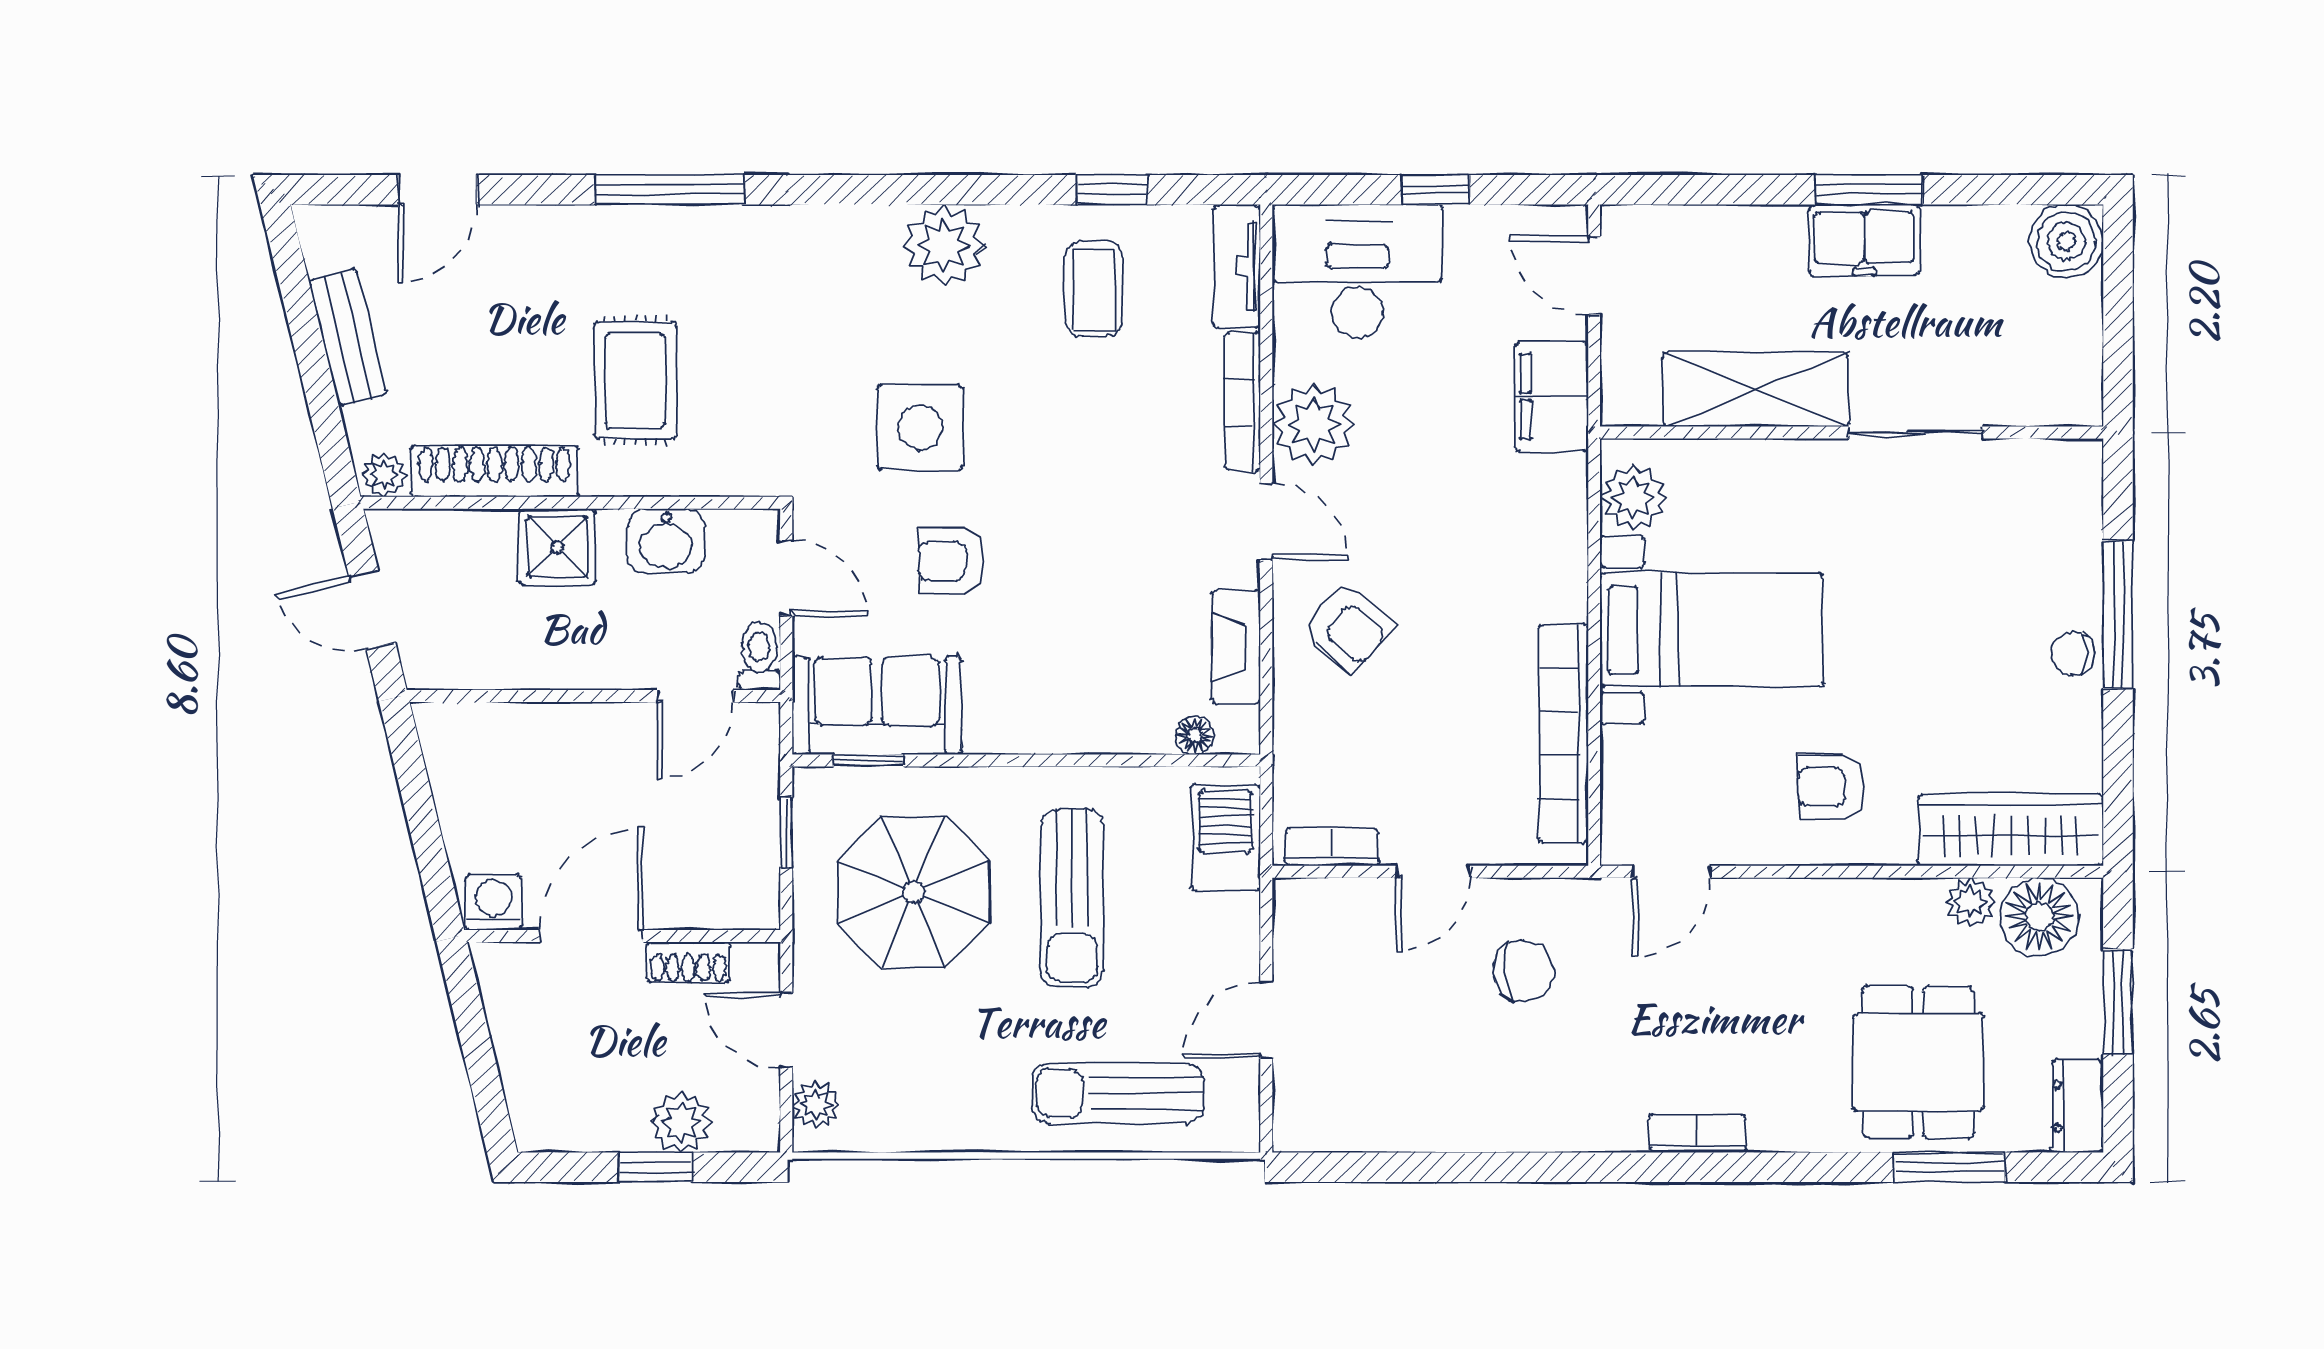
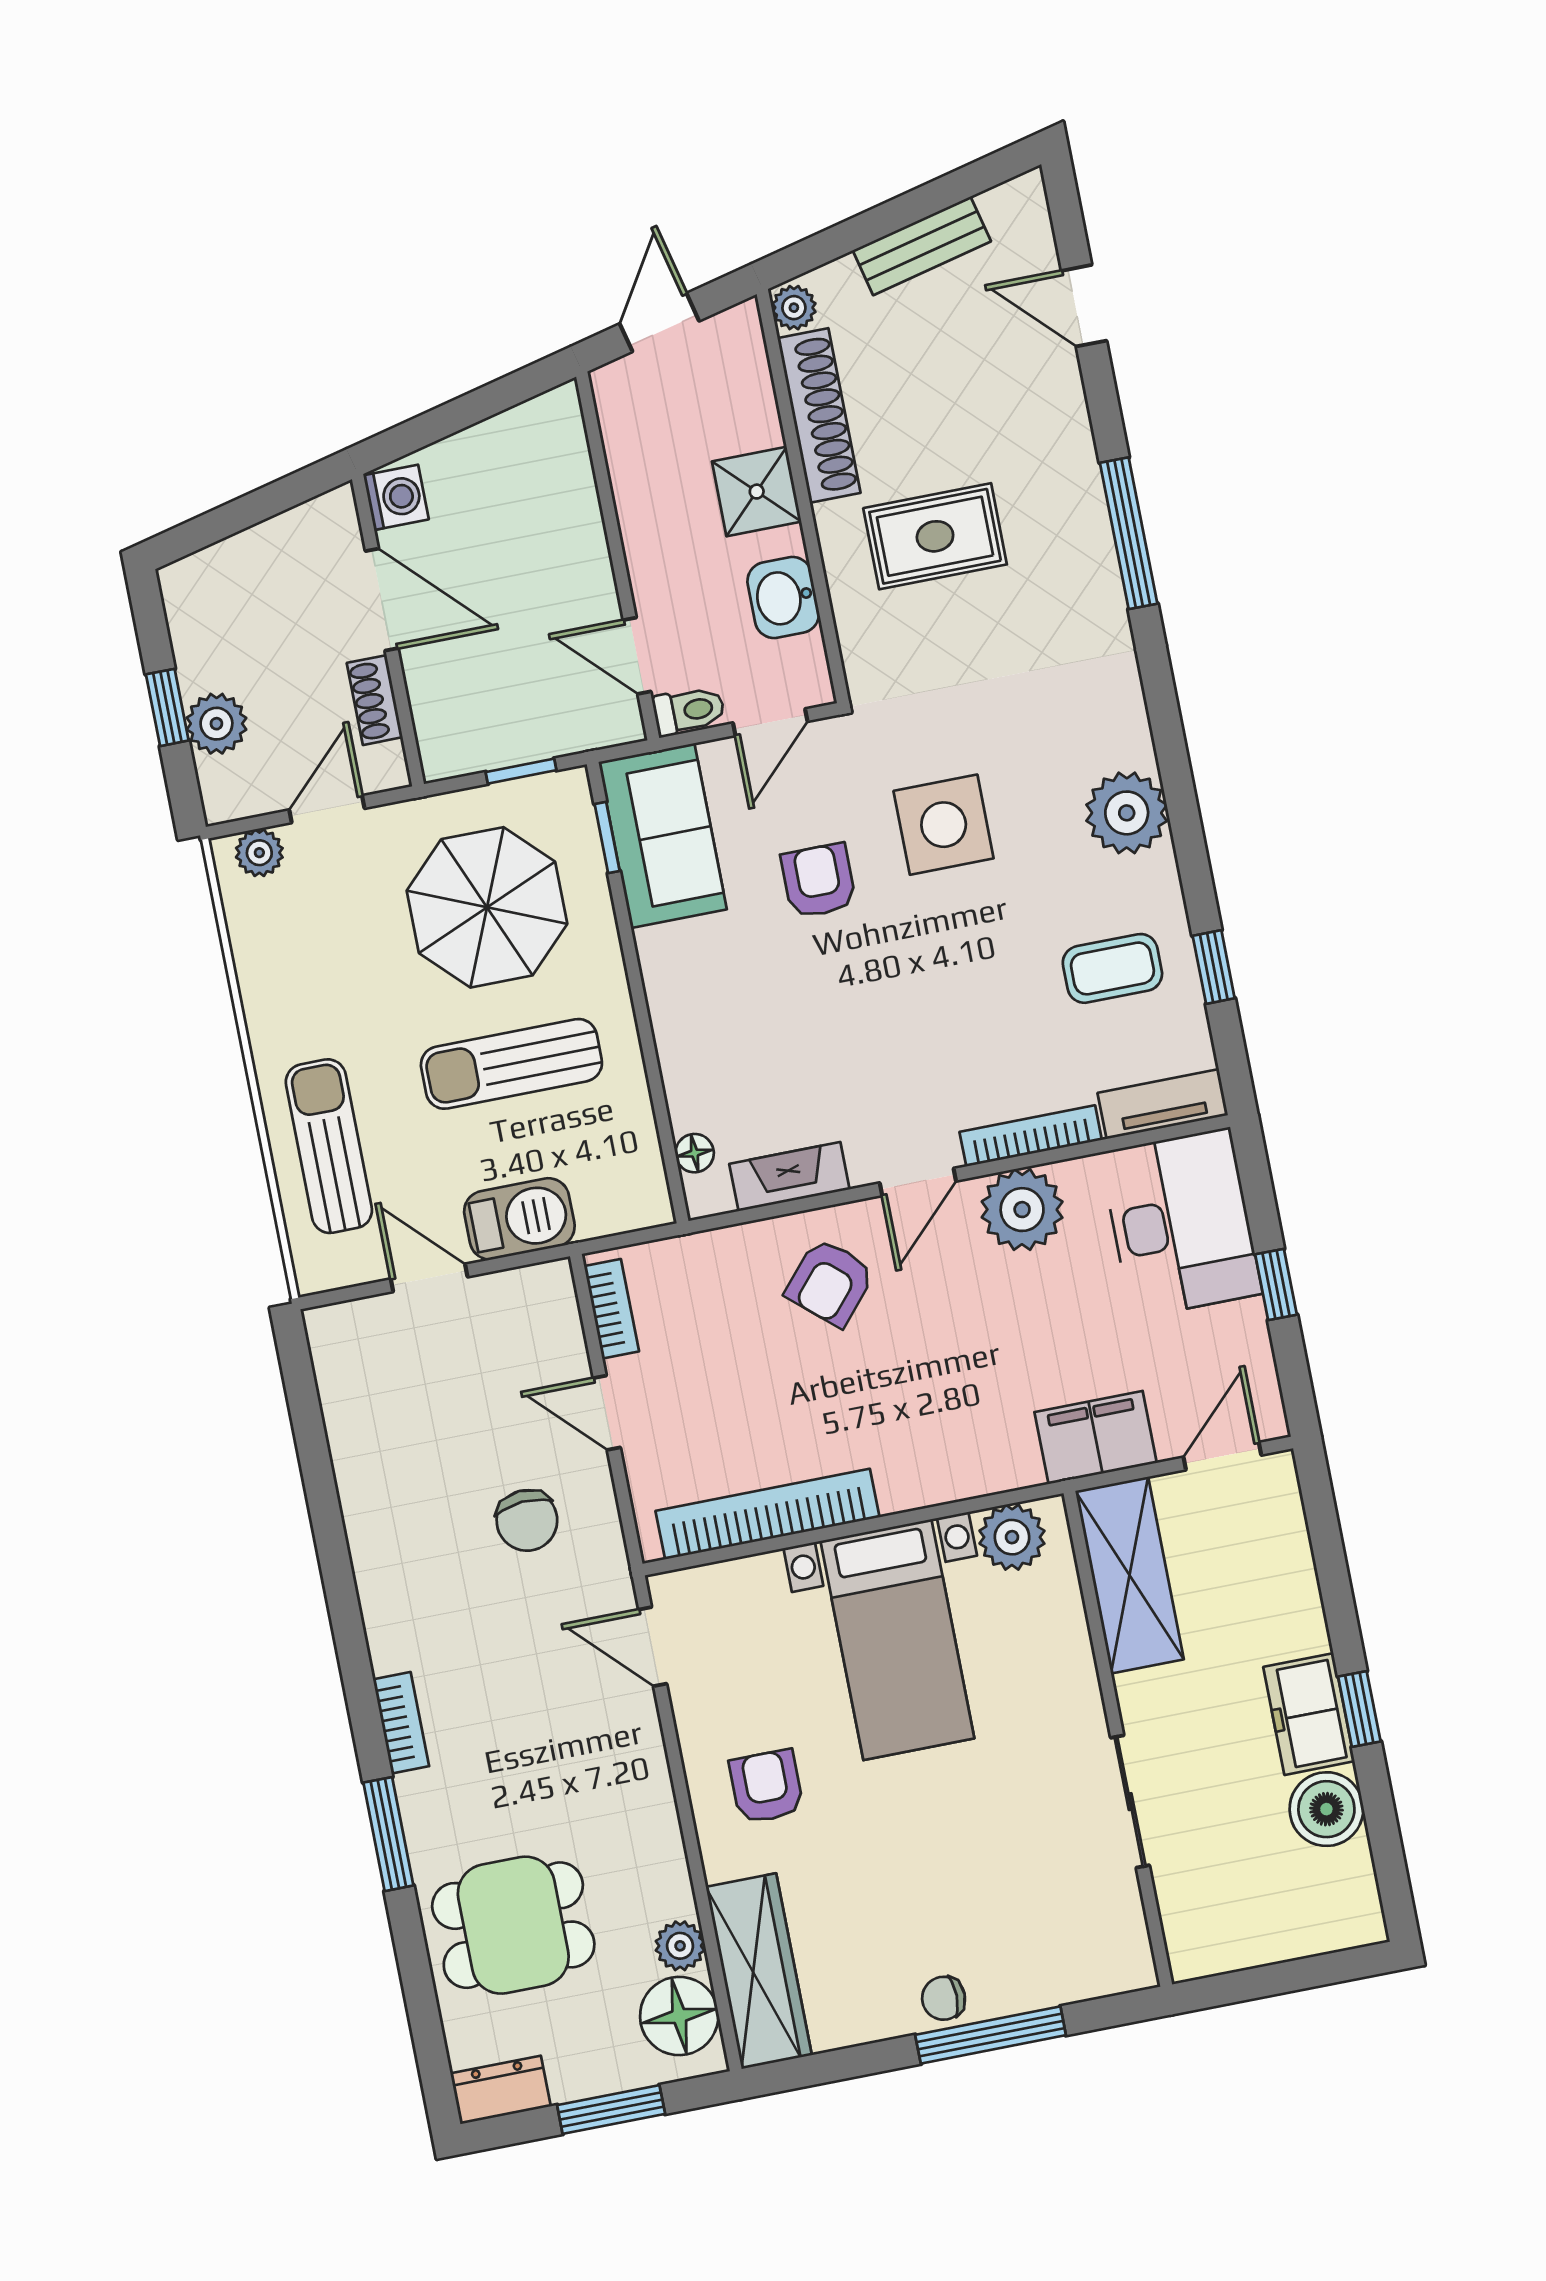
window: (1869, 190) -> (1359, 1709), width x0.67
boiler: (2067, 241) -> (1326, 1809), moved
shelving: (1756, 389) -> (1130, 1575), moved
chair: (2073, 654) -> (944, 1998), turned -90
barbecue: (1226, 837) -> (519, 1219), moved
window: (1949, 1167) -> (388, 1834), moved

